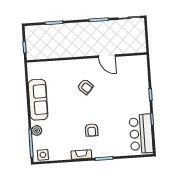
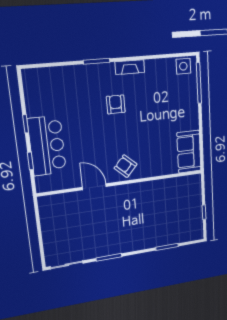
door: (107, 56) -> (94, 187), moved
wall: (87, 57) -> (122, 183), moved
sofa: (38, 100) -> (189, 152), width x0.73
plant: (37, 130) -> (191, 101), removed
bar counter: (141, 134) -> (47, 146), moved

